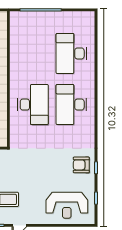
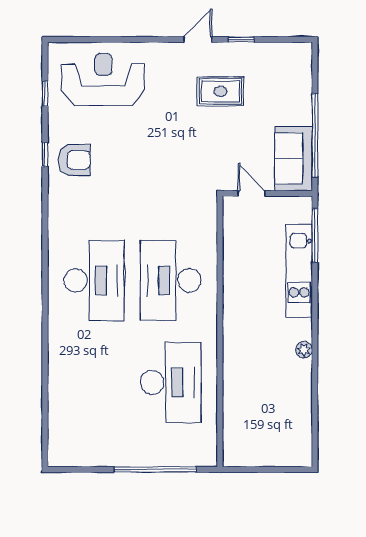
desk: (71, 53) -> (171, 382), moved

